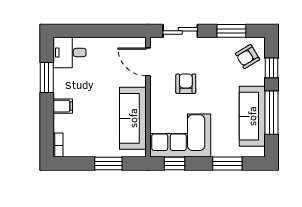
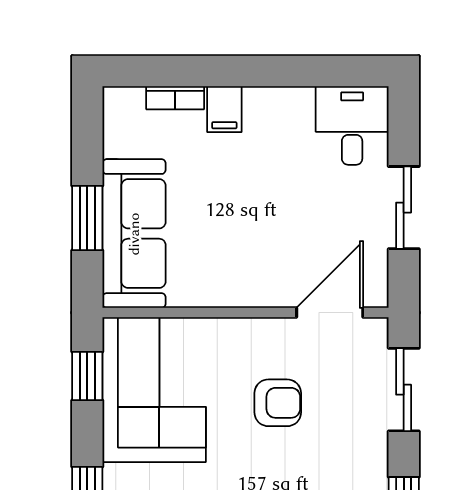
sliding door: (104, 31) -> (404, 208), added
window: (47, 78) -> (292, 71), removed
sofa: (133, 118) -> (134, 234), moved, turned 90
bookcase: (58, 145) -> (175, 98), moved

